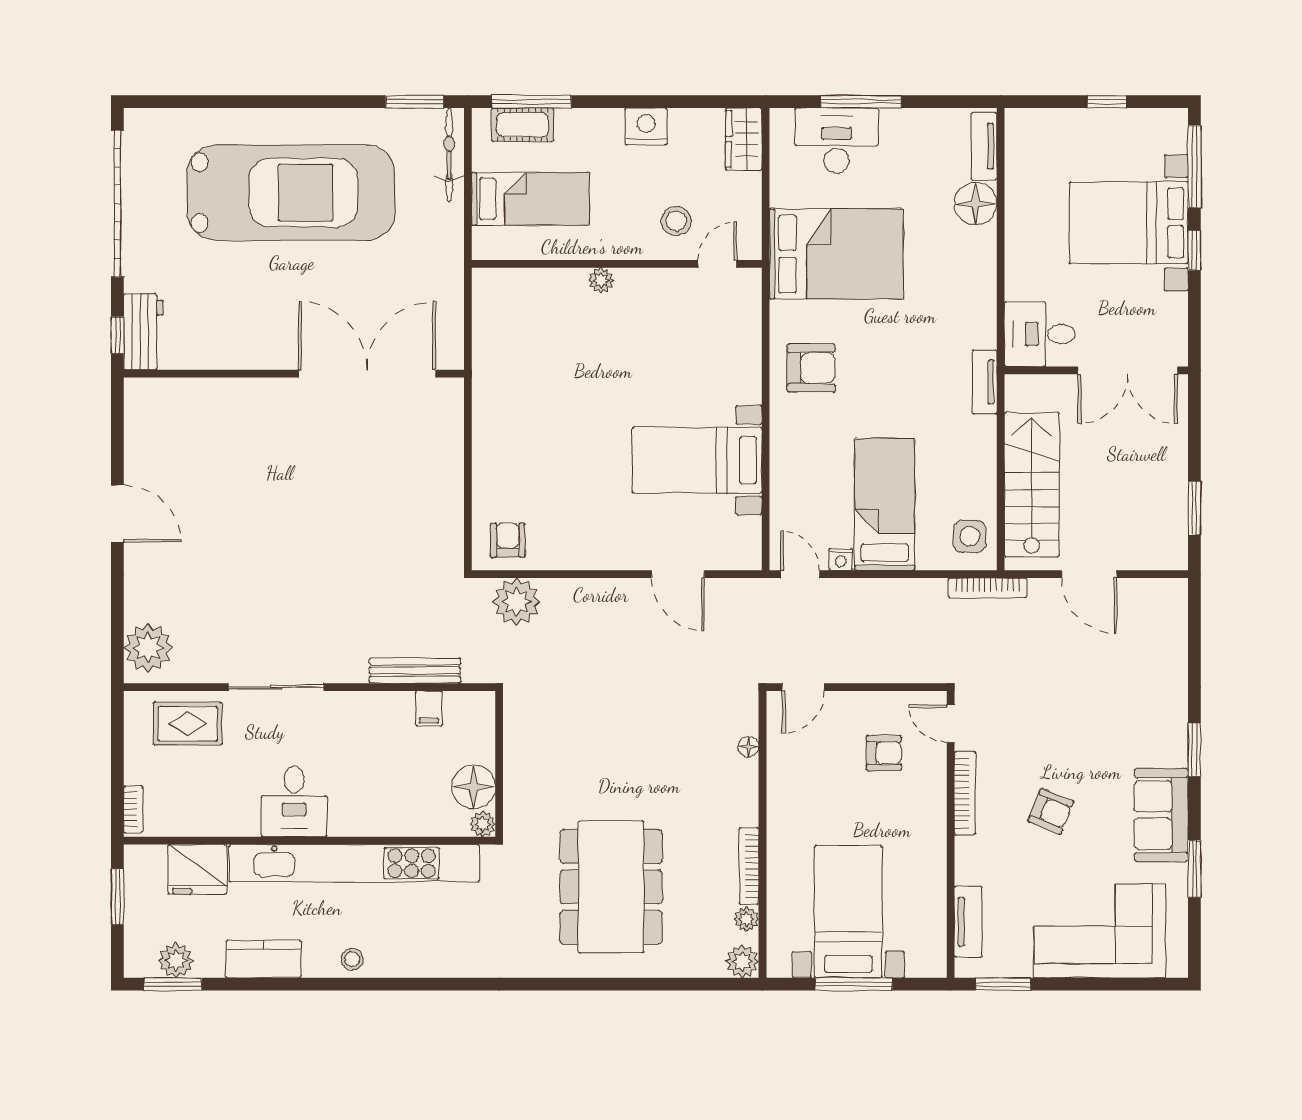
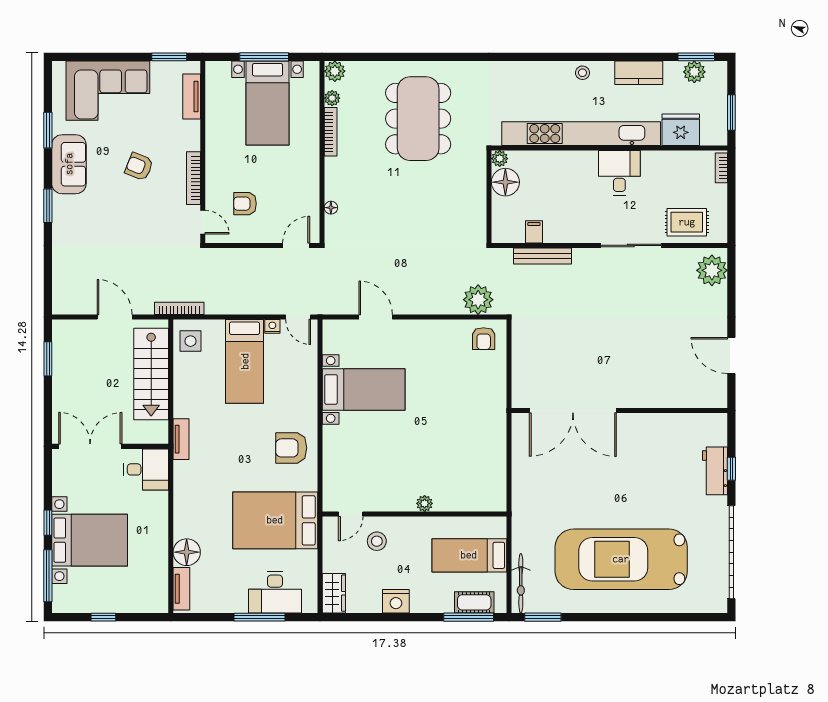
wall: (294, 374) -> (619, 411), moved
double door: (367, 374) -> (573, 411), moved

